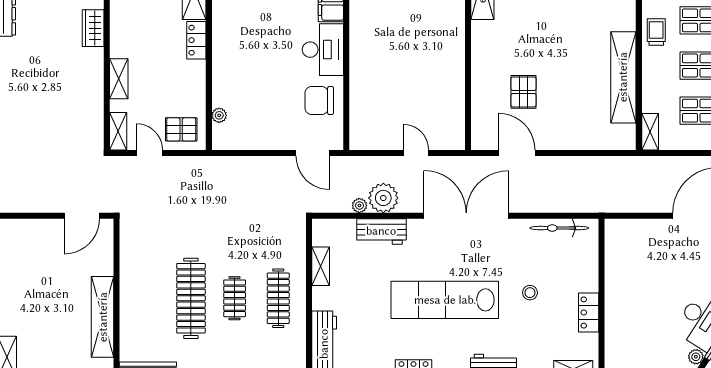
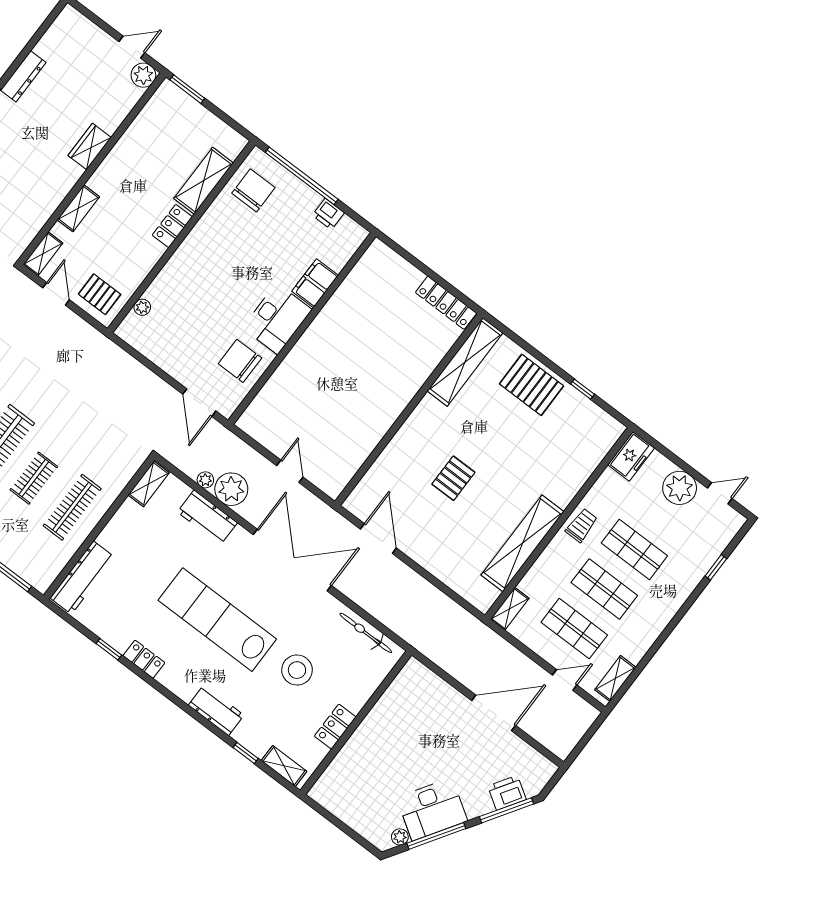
pallet: (524, 92) -> (453, 478), moved
shelving: (321, 266) -> (149, 484), moved
stool: (530, 293) -> (297, 670), width x1.89, depth x1.89

